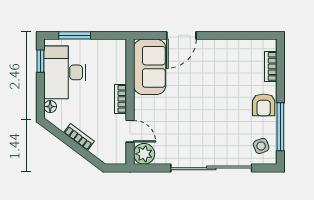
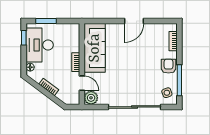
door: (181, 35) -> (134, 21), moved
sofa: (150, 67) -> (95, 48), width x1.36
armchair: (264, 105) -> (168, 66), turned 180

